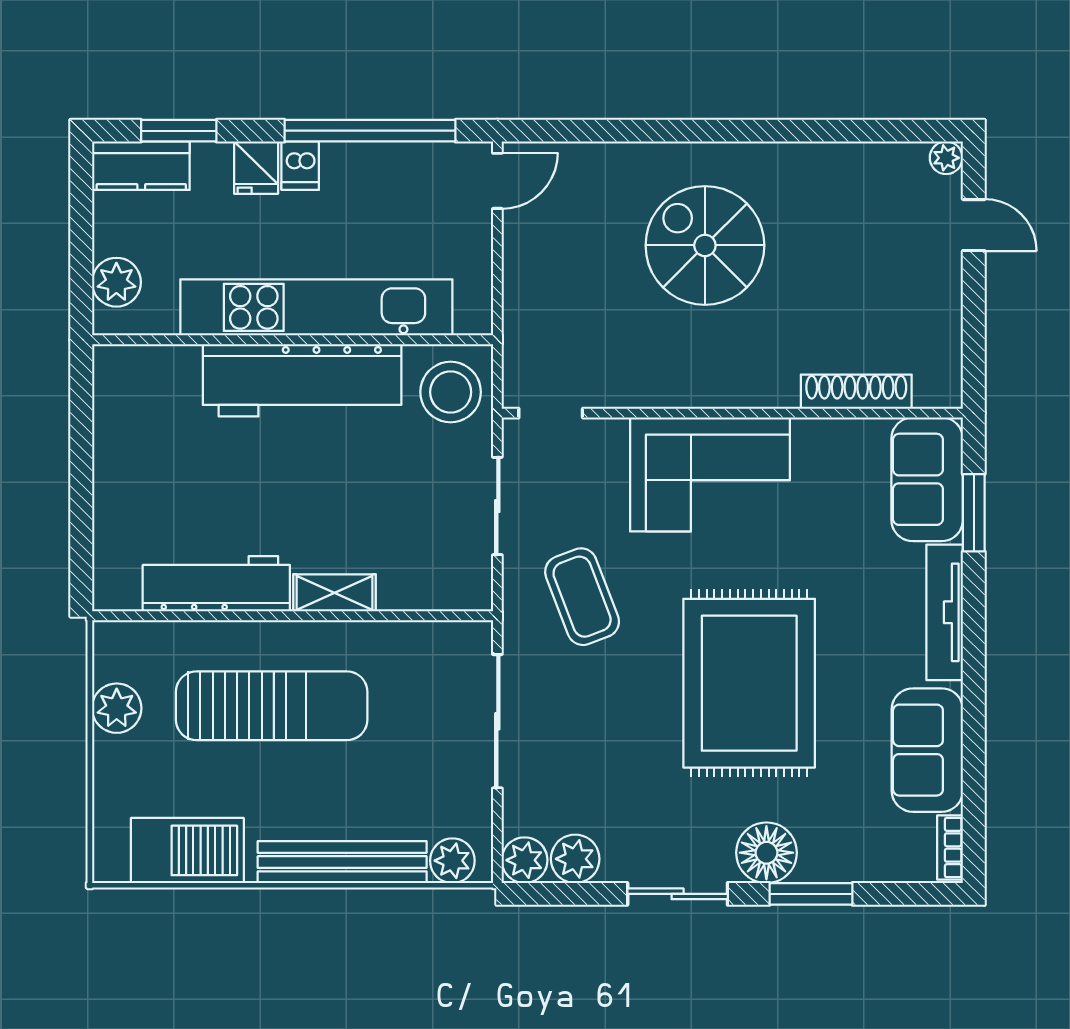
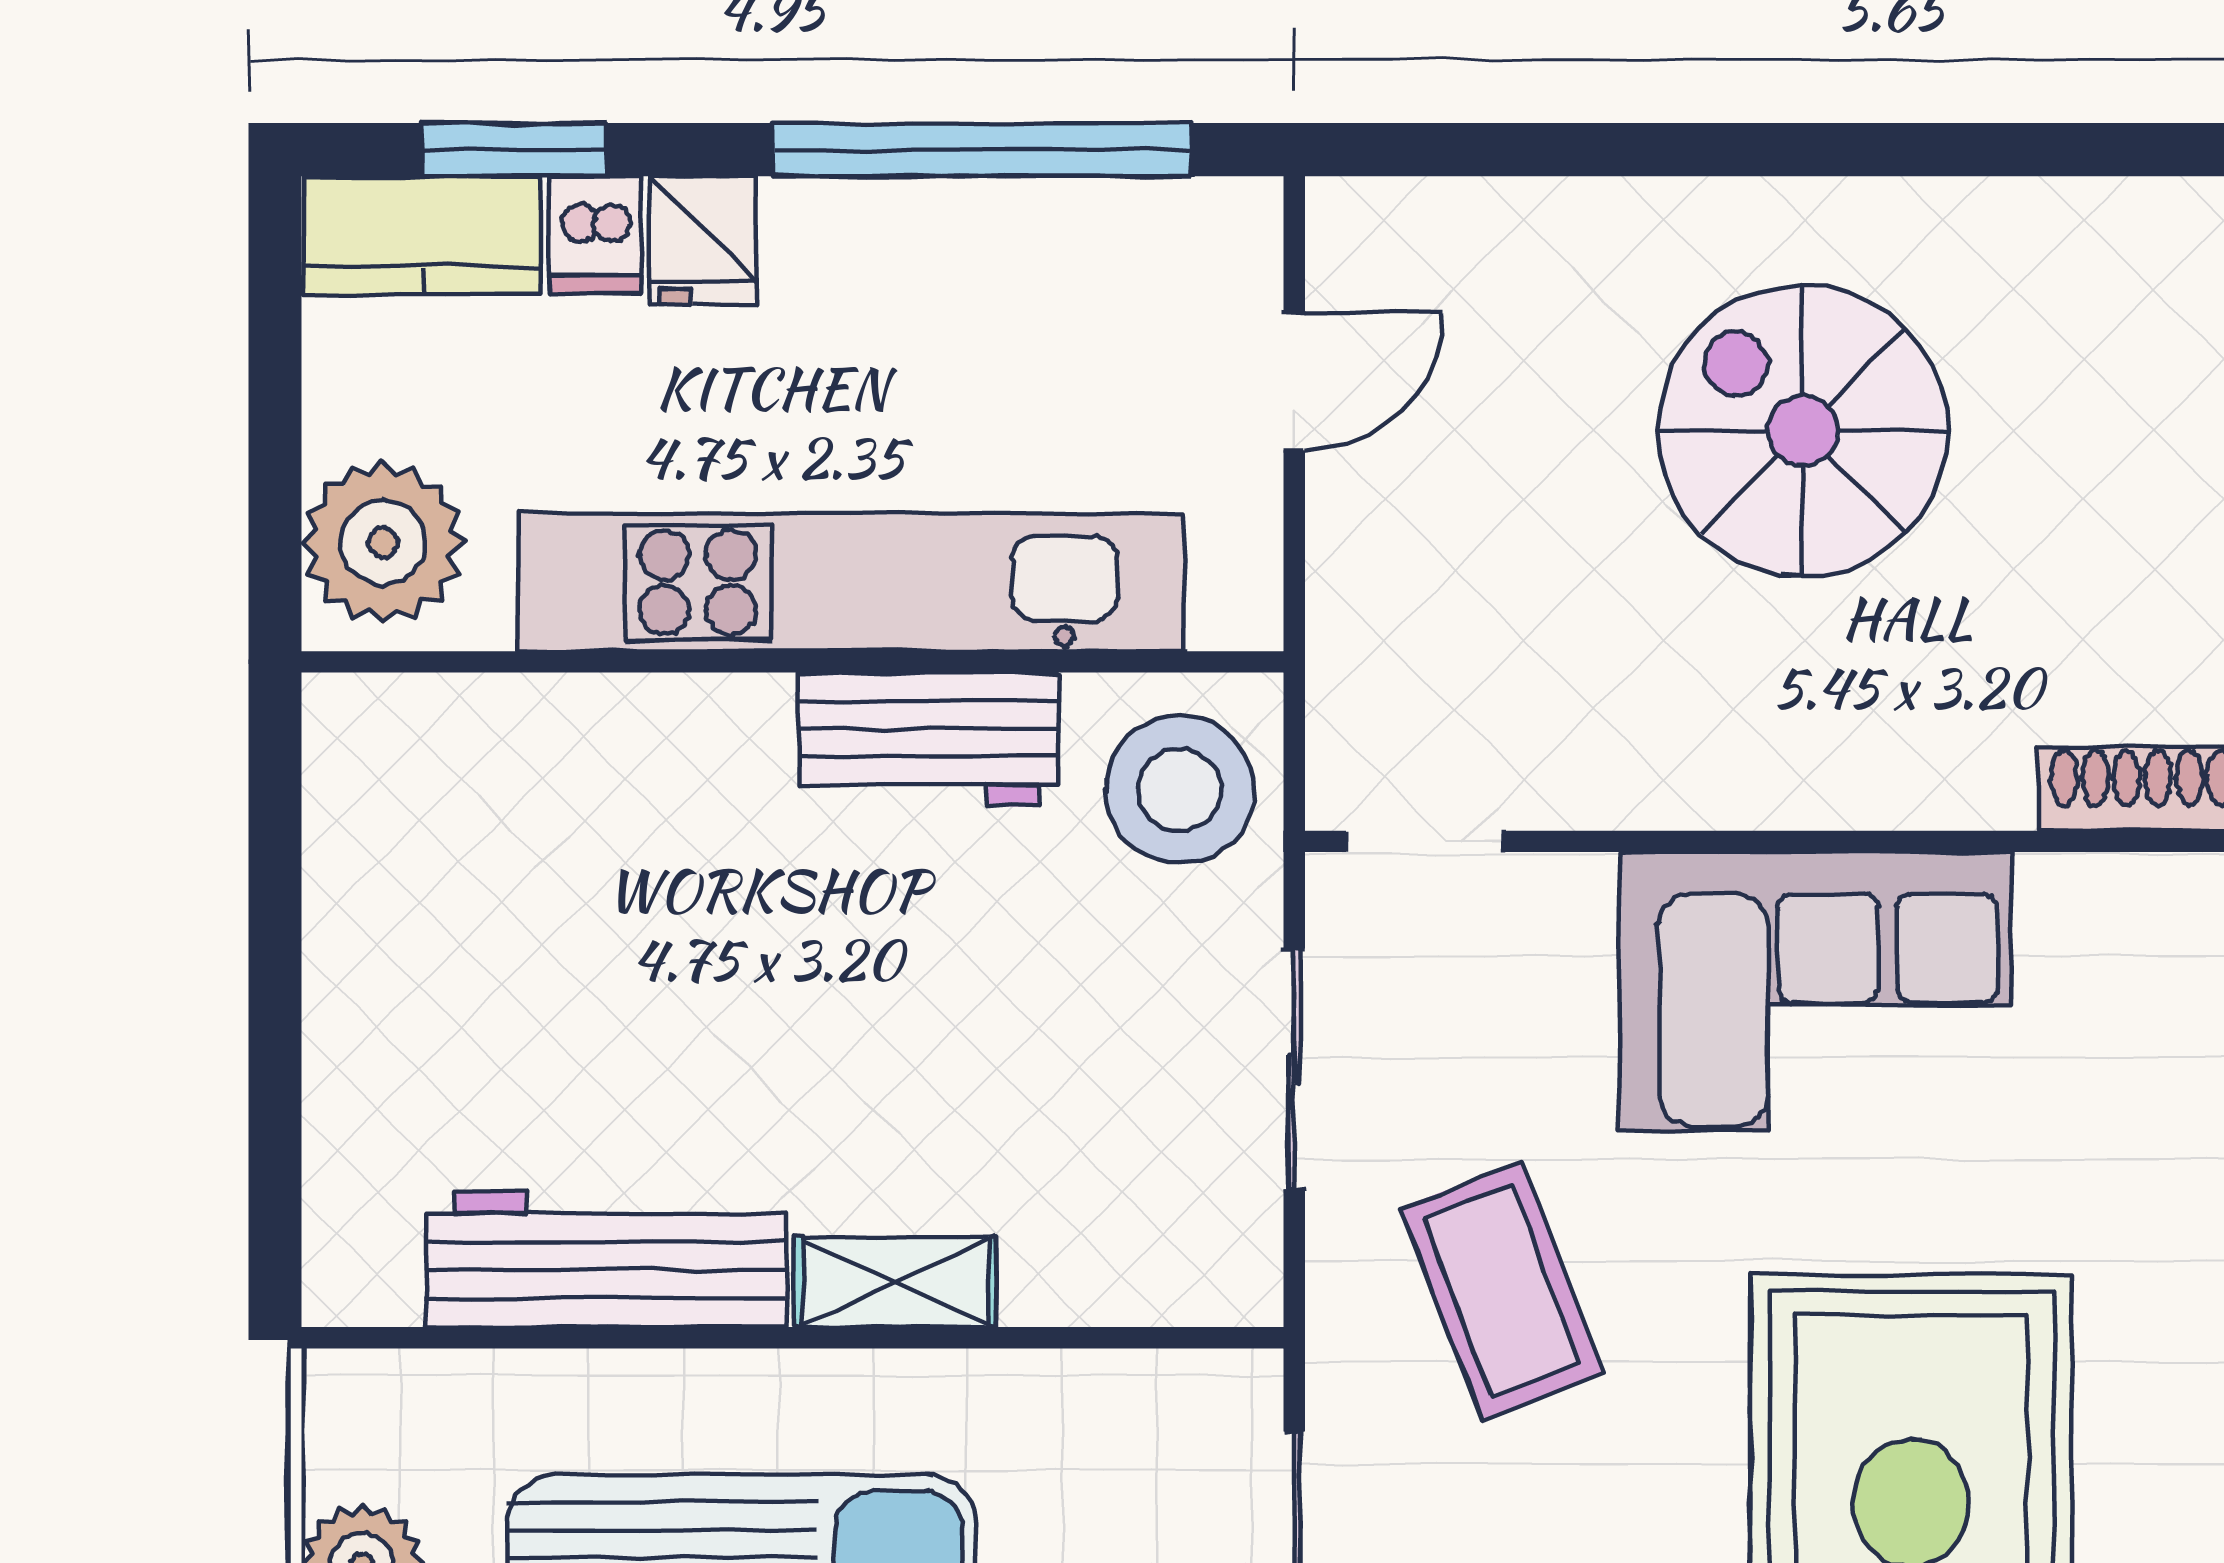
dishwasher: (300, 166) -> (595, 235), moved
door: (497, 181) -> (1294, 381), moved
plant: (116, 282) -> (383, 543), width x1.36, depth x1.36
workbench: (302, 380) -> (929, 739), width x0.53, depth x0.76

